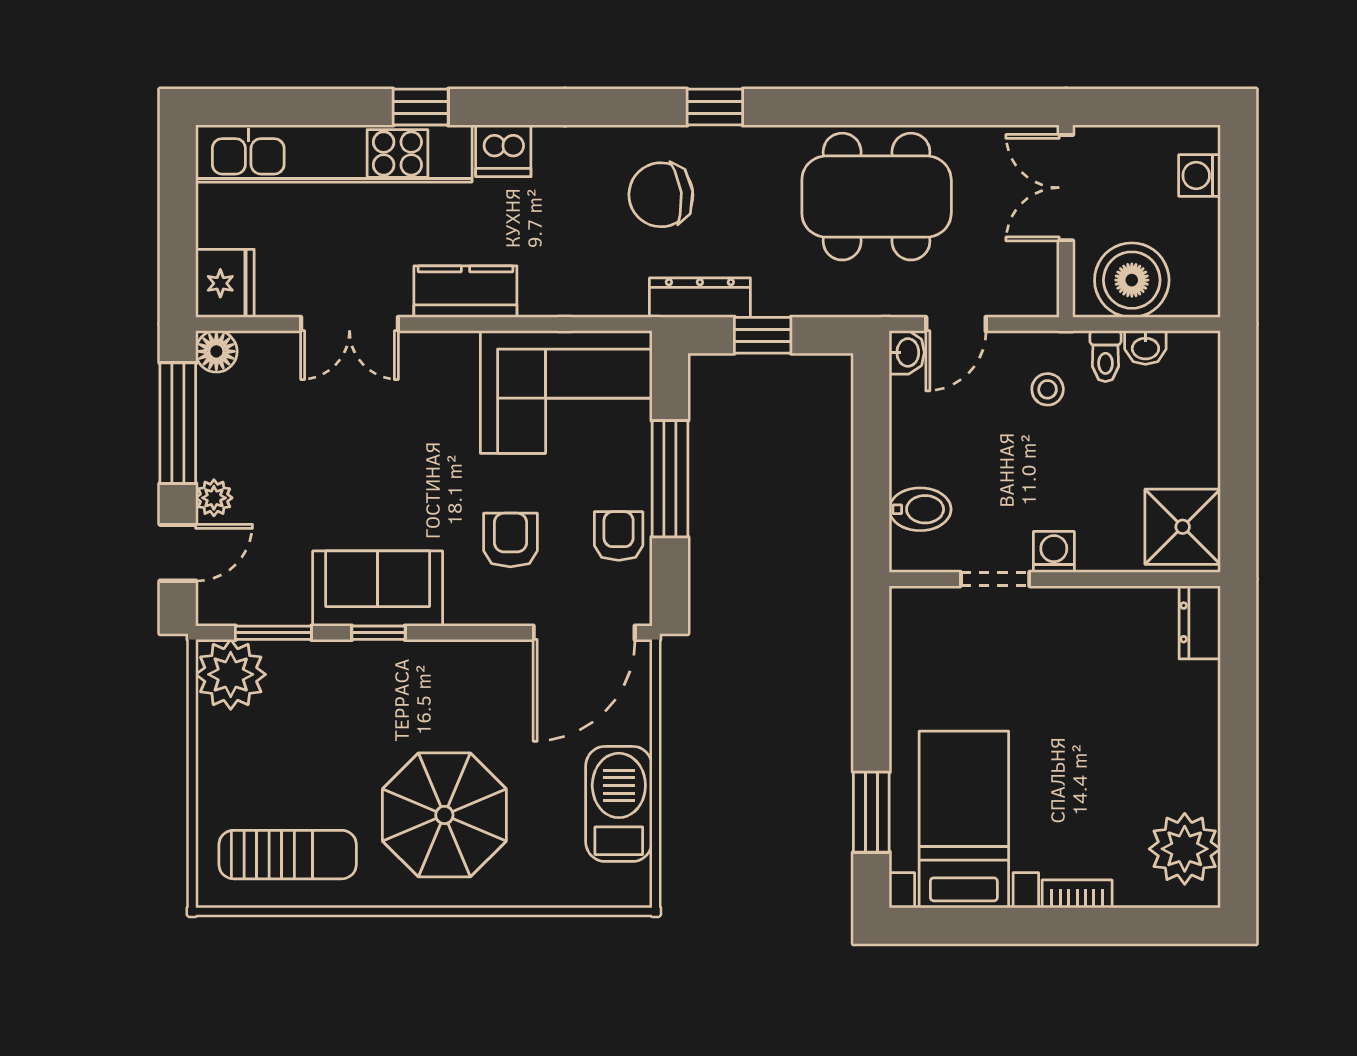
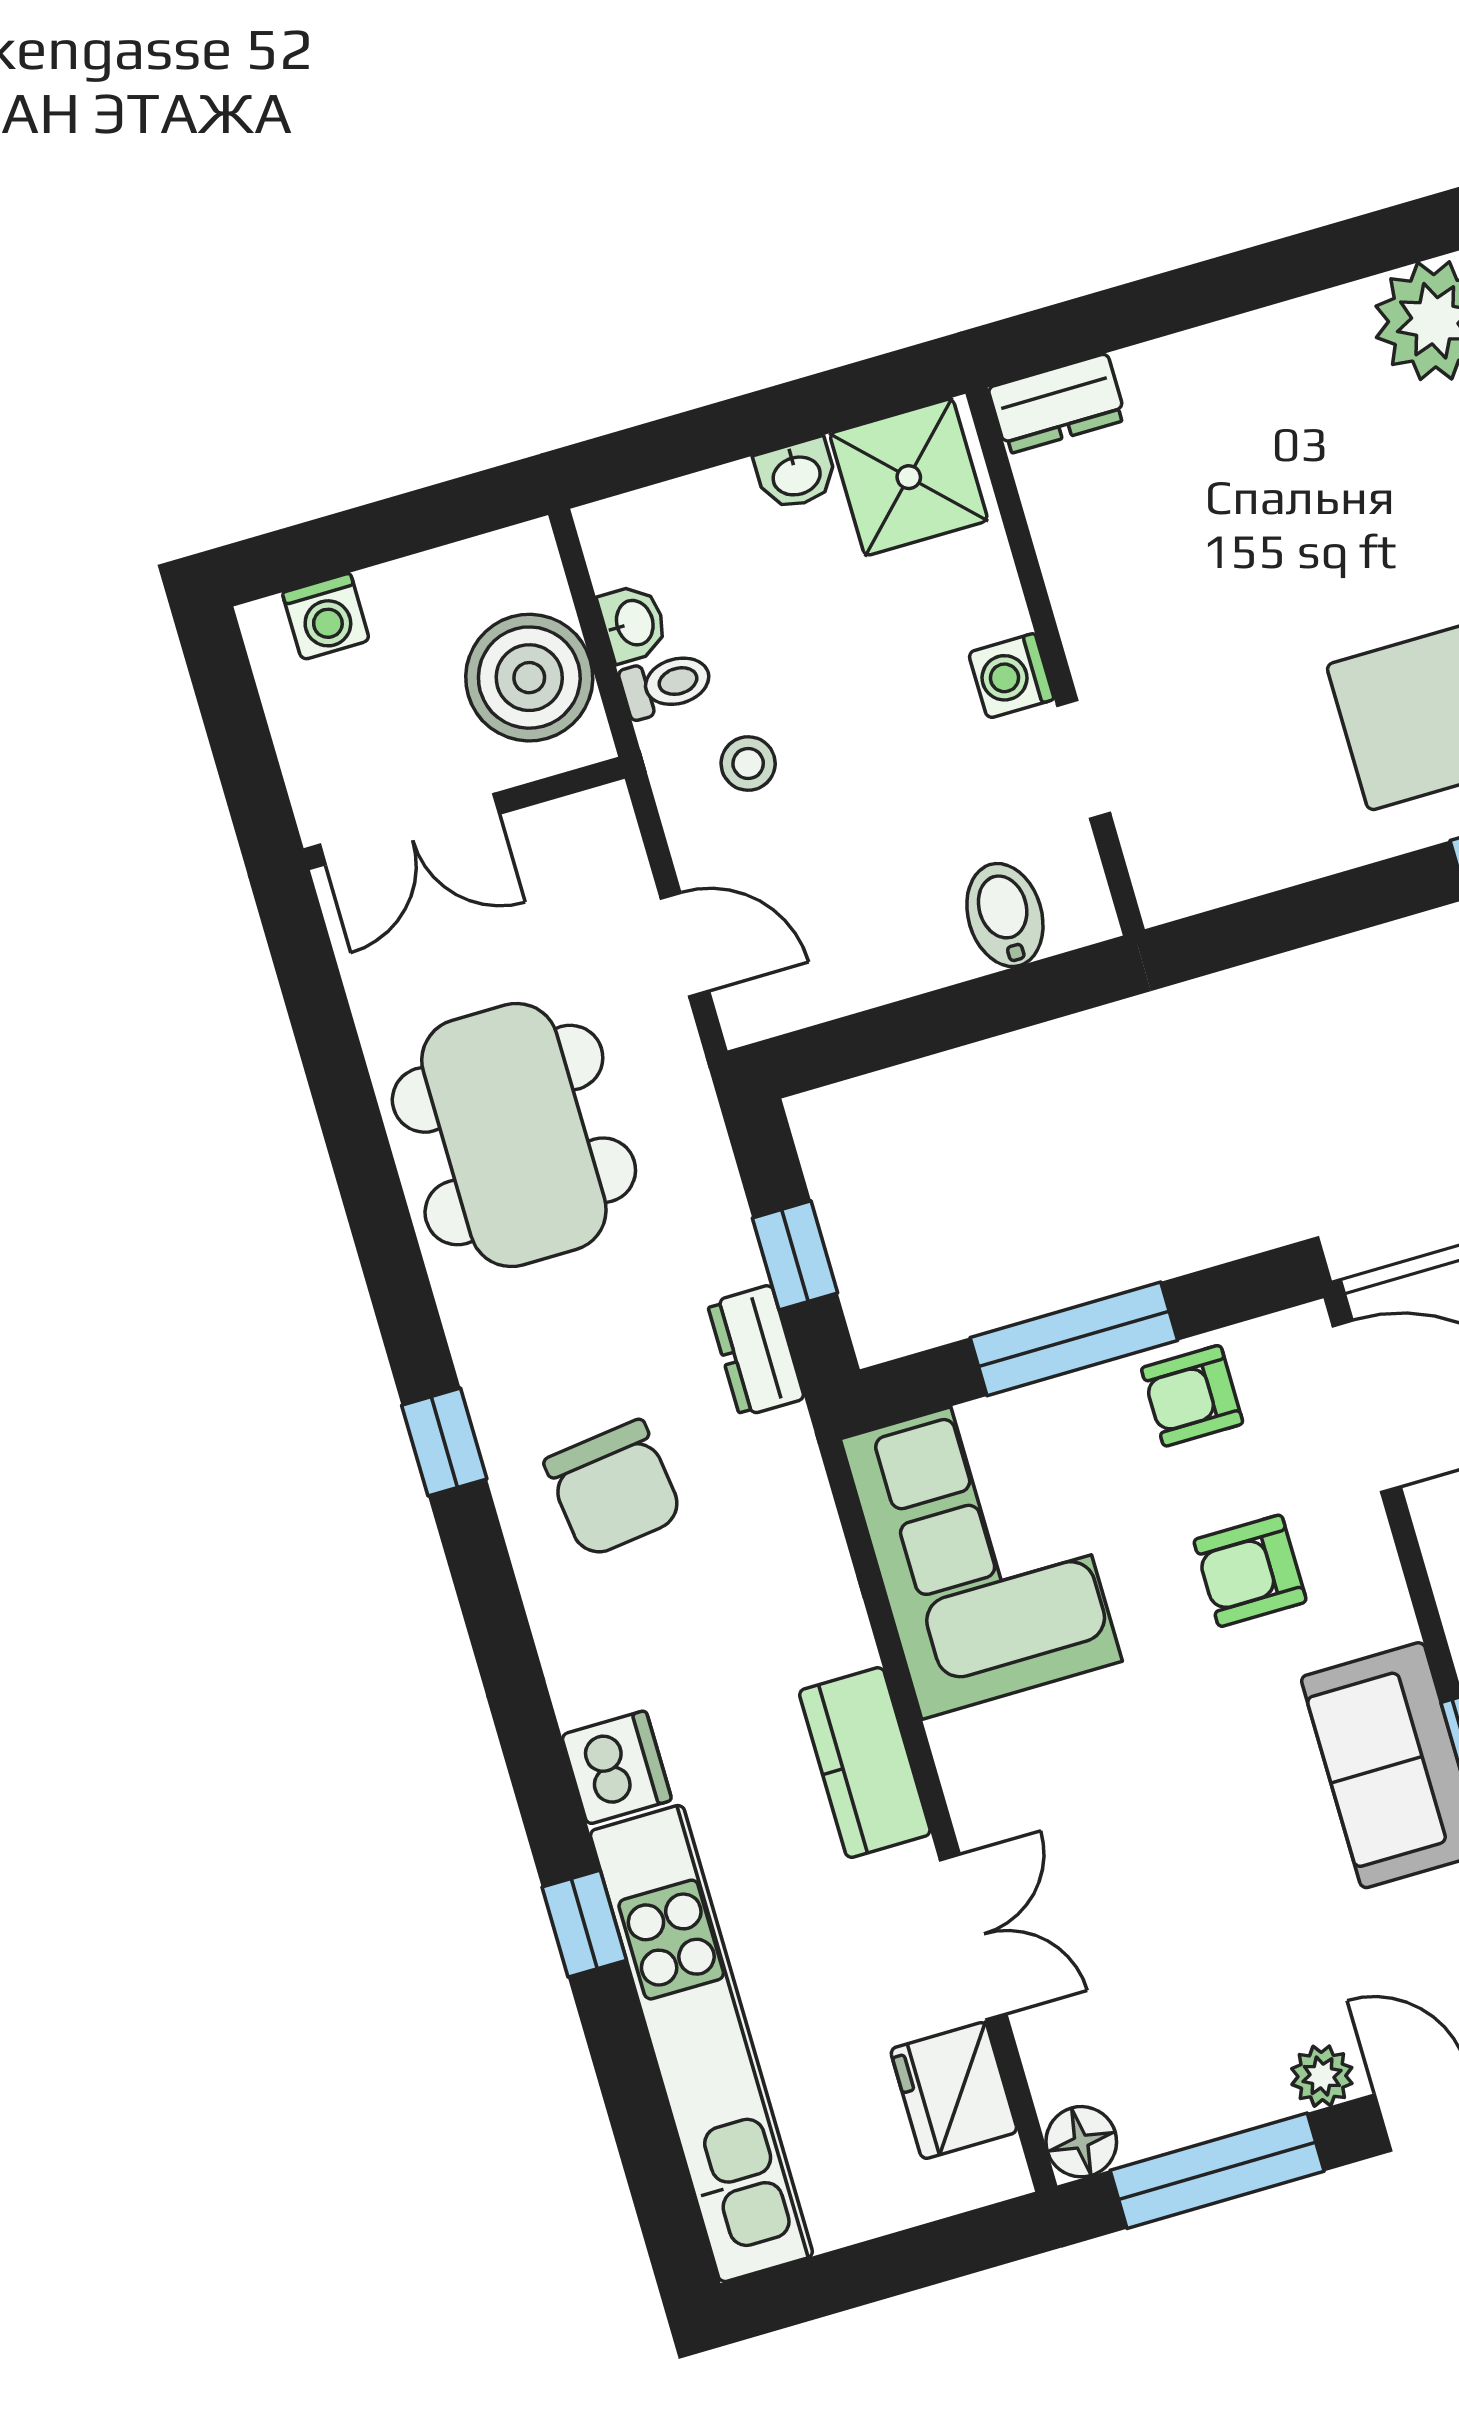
fridge: (225, 283) -> (954, 2090), moved, turned -90
dresser: (700, 298) -> (756, 1351), width x0.70
washbasin: (907, 352) -> (796, 474), moved, turned 180

